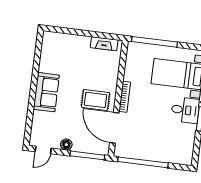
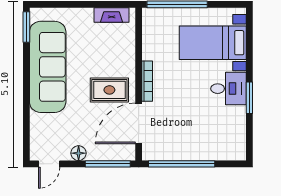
window: (39, 45) -> (26, 27), added
sofa: (46, 92) -> (48, 67), width x1.85, depth x1.27
door: (114, 128) -> (139, 123), hinge flipped

